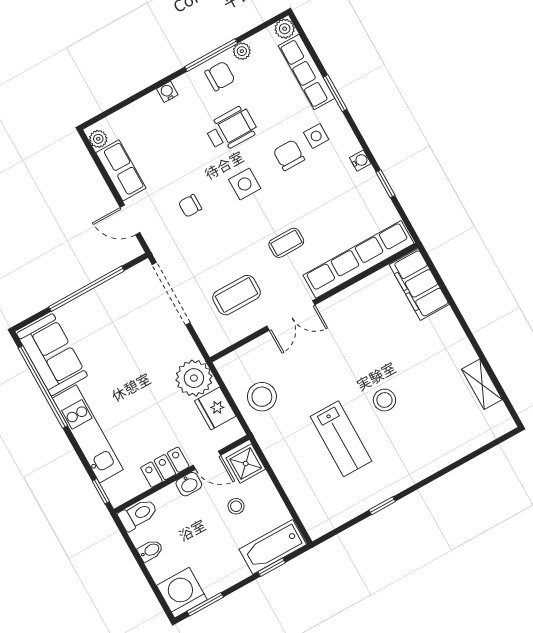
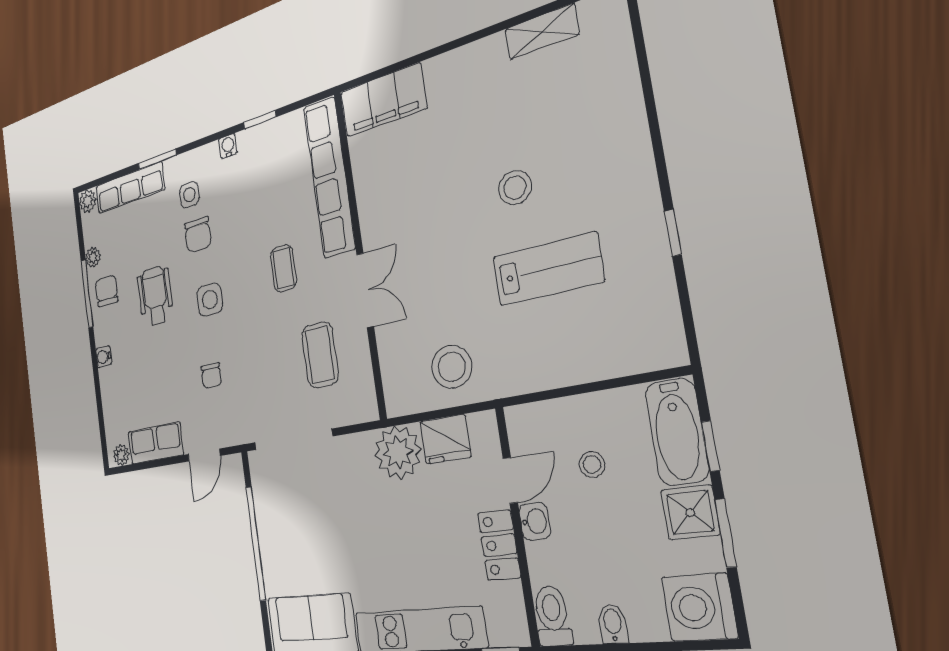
chair: (289, 155) -> (198, 235), turned -90
shower: (246, 464) -> (690, 512), moved
window: (205, 604) -> (726, 533), moved

